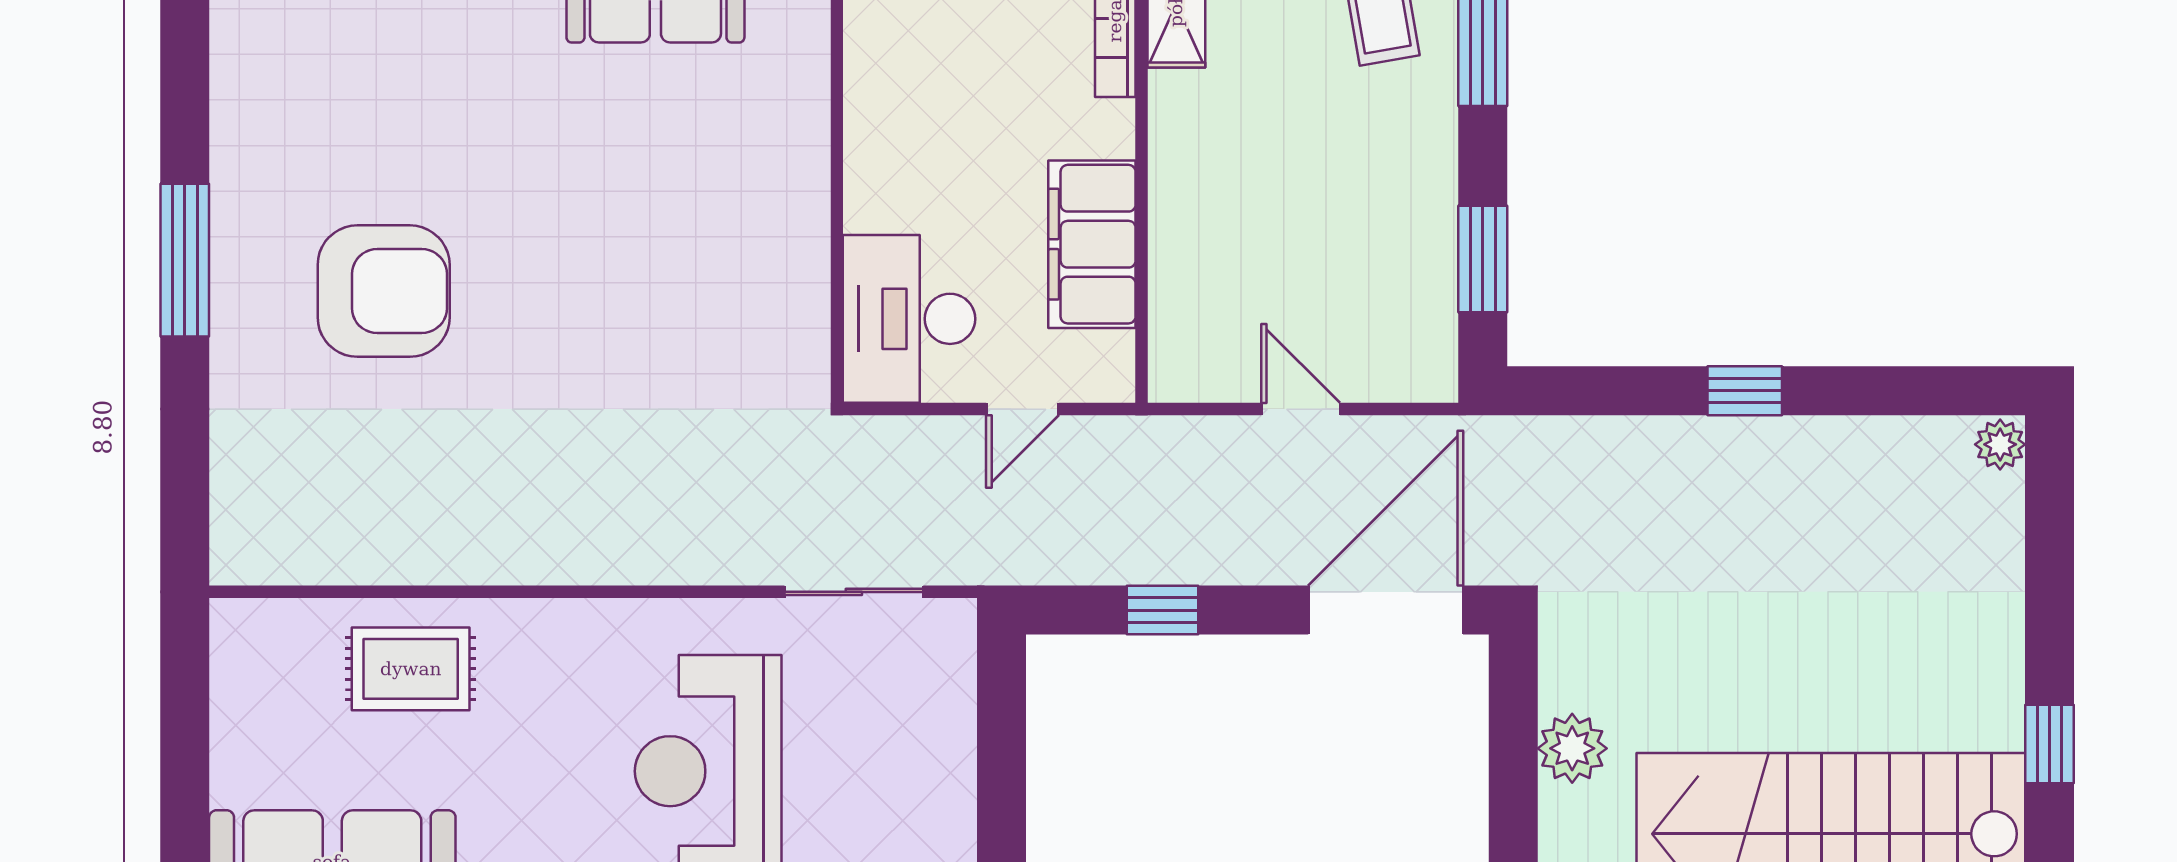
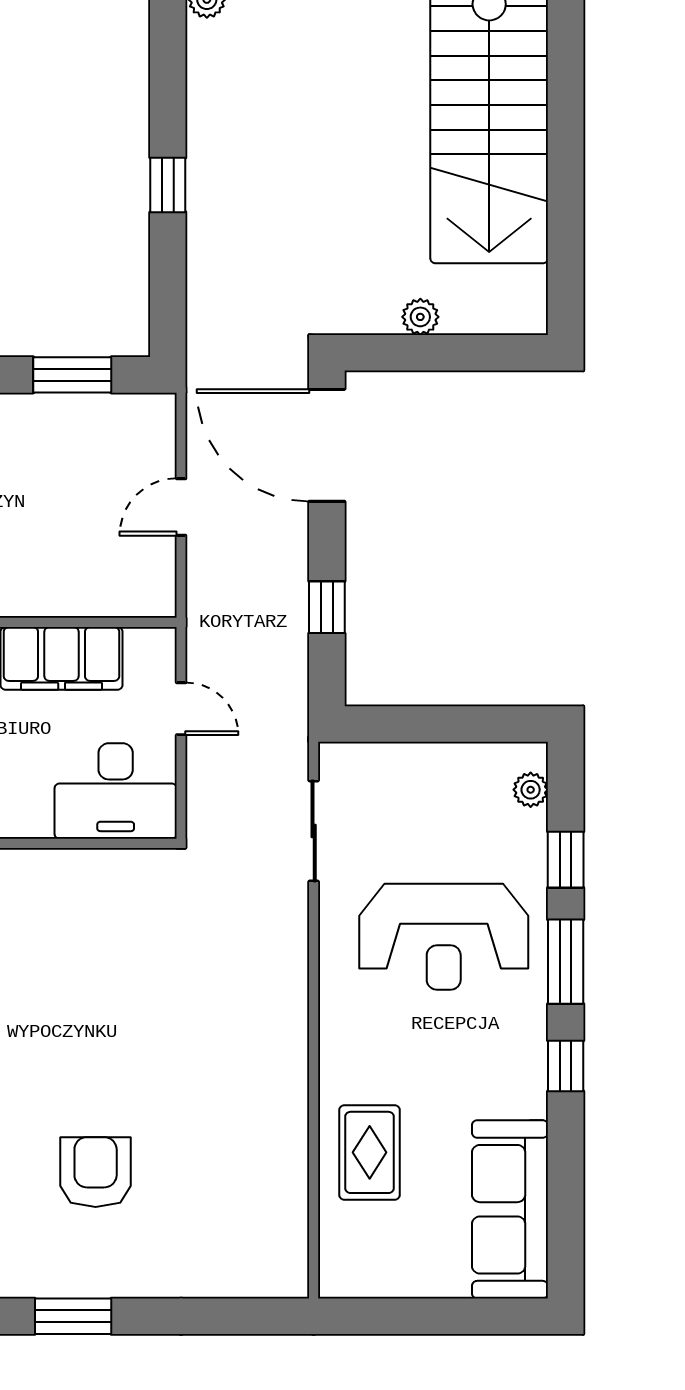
window: (185, 260) -> (73, 1316), width x0.69
armchair: (384, 291) -> (96, 1172), width x0.73, depth x0.73
plant: (1572, 748) -> (420, 317), width x0.73, depth x0.73

